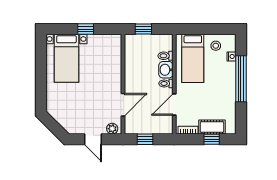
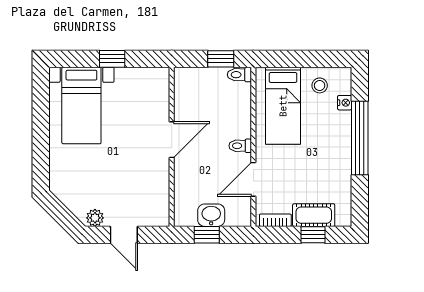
window: (143, 29) -> (221, 59), moved
toilet: (165, 56) -> (239, 75), moved
washbasin: (166, 70) -> (211, 215), moved, turned 90
door: (123, 105) -> (172, 140), moved
plant: (112, 129) -> (95, 218), moved

